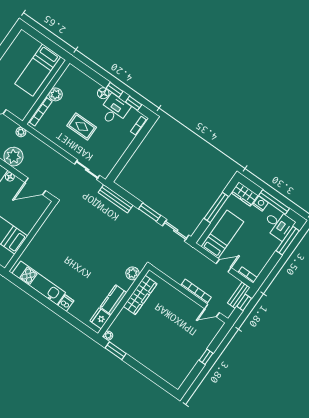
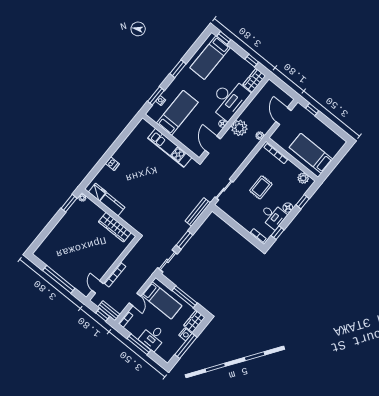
window: (115, 90) -> (303, 202), moved
plant: (56, 94) -> (303, 178), moved
desk: (279, 224) -> (153, 337), moved
window: (288, 241) -> (139, 344), moved
plant: (132, 273) -> (134, 222), removed
kitchen unit: (39, 283) -> (170, 148), moved, turned 90
window: (206, 357) -> (59, 279), width x3.17

